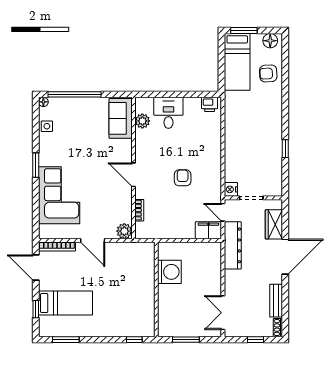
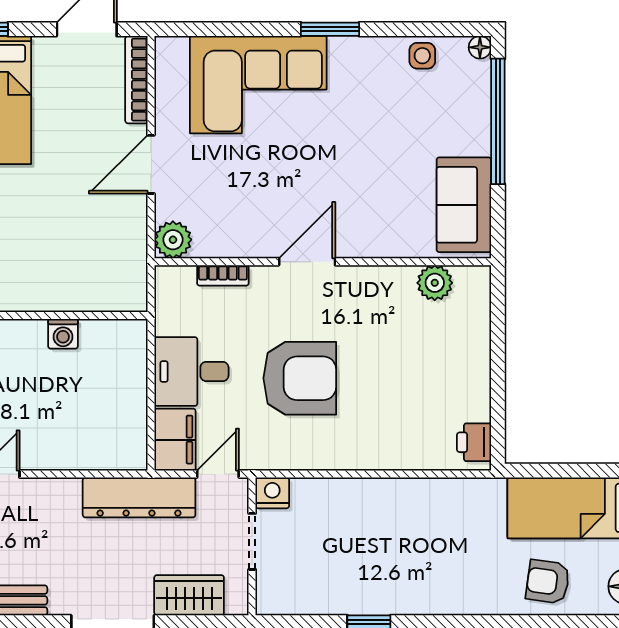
armchair: (268, 73) -> (548, 582), turned -79
desk: (168, 113) -> (191, 371), moved, turned 180
sofa: (121, 118) -> (464, 205), moved, turned -90
armchair: (183, 178) -> (300, 378), width x1.88, depth x1.88
washing machine: (169, 272) -> (63, 334), width x0.53, depth x0.53

